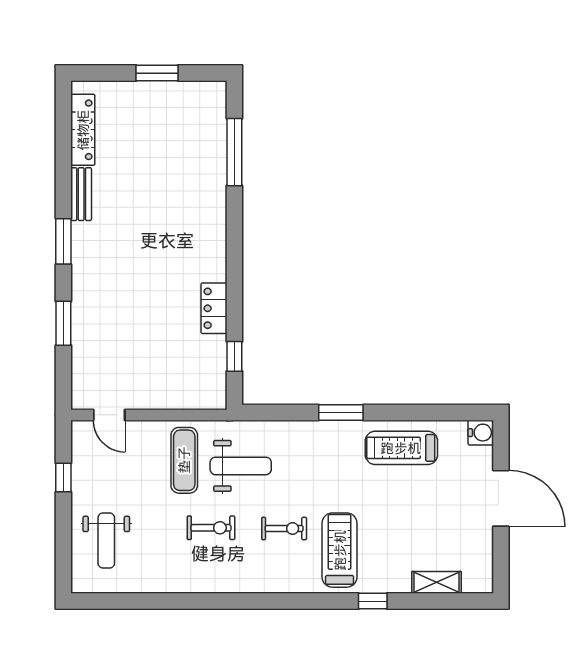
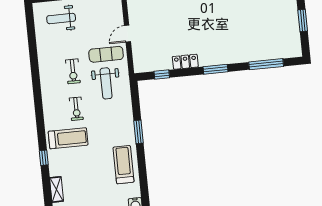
window: (234, 251) -> (216, 69), added
door: (109, 415) -> (127, 34), moved

